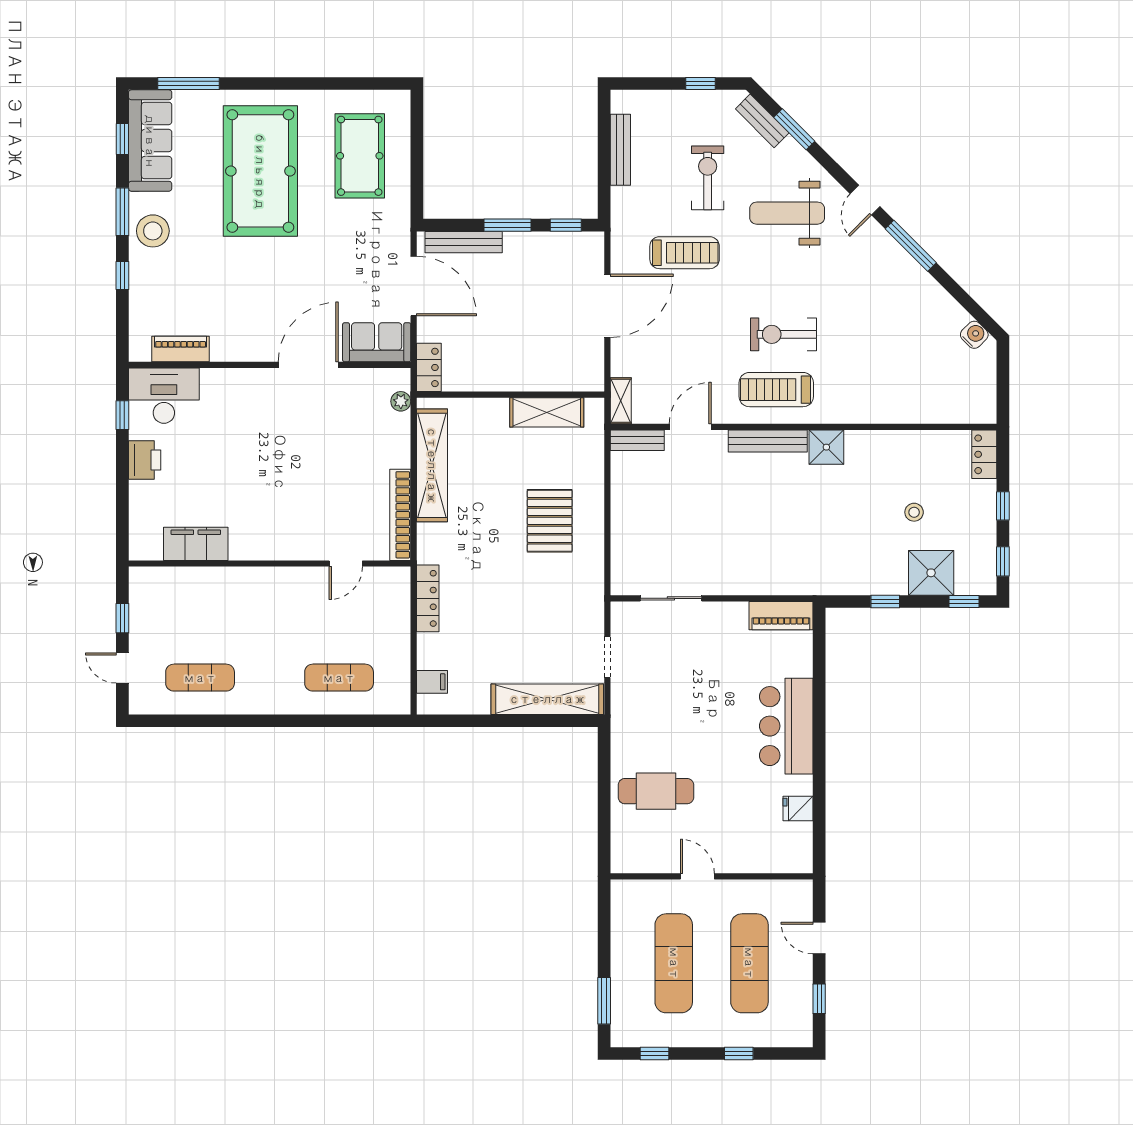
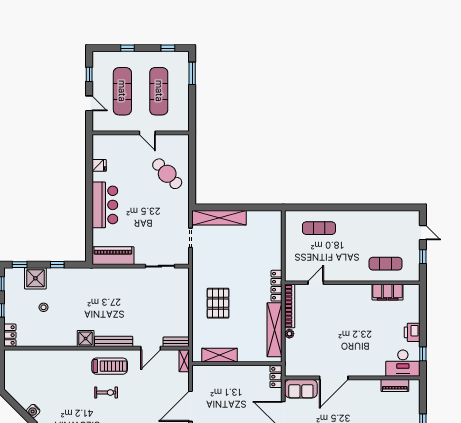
exercise bike: (784, 334) -> (106, 393), width x0.73, depth x0.72
water cooler: (974, 335) -> (33, 411), moved
plant: (401, 401) -> (289, 334), moved
locker: (428, 598) -> (277, 286), moved
piano: (781, 616) -> (113, 256), width x1.37, depth x1.33
exercise mat: (200, 678) -> (386, 264), moved
filing cabinet: (432, 682) -> (274, 226), removed
cafe table: (656, 791) -> (167, 174), turned 47

